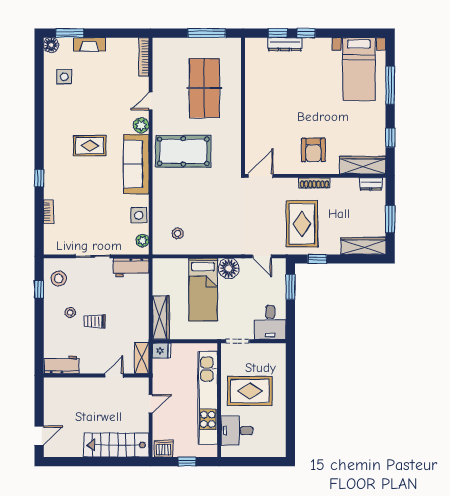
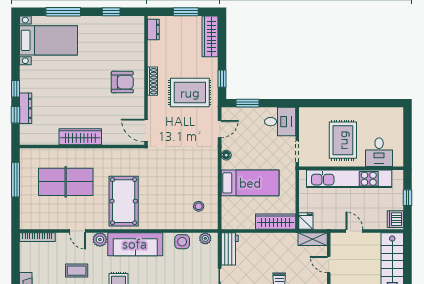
coffee table: (107, 100) -> (77, 271), added
wardrobe: (363, 165) -> (80, 137), moved, turned 90
floor lamp: (229, 268) -> (226, 155), width x0.53, depth x0.53

